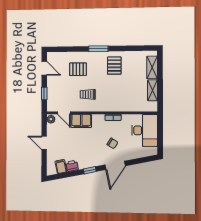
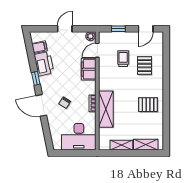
window: (98, 49) -> (166, 88), removed
trolley: (88, 94) -> (123, 59), moved
shelving: (119, 105) -> (106, 109), added
printer: (72, 166) -> (44, 64), width x1.87, depth x1.48

